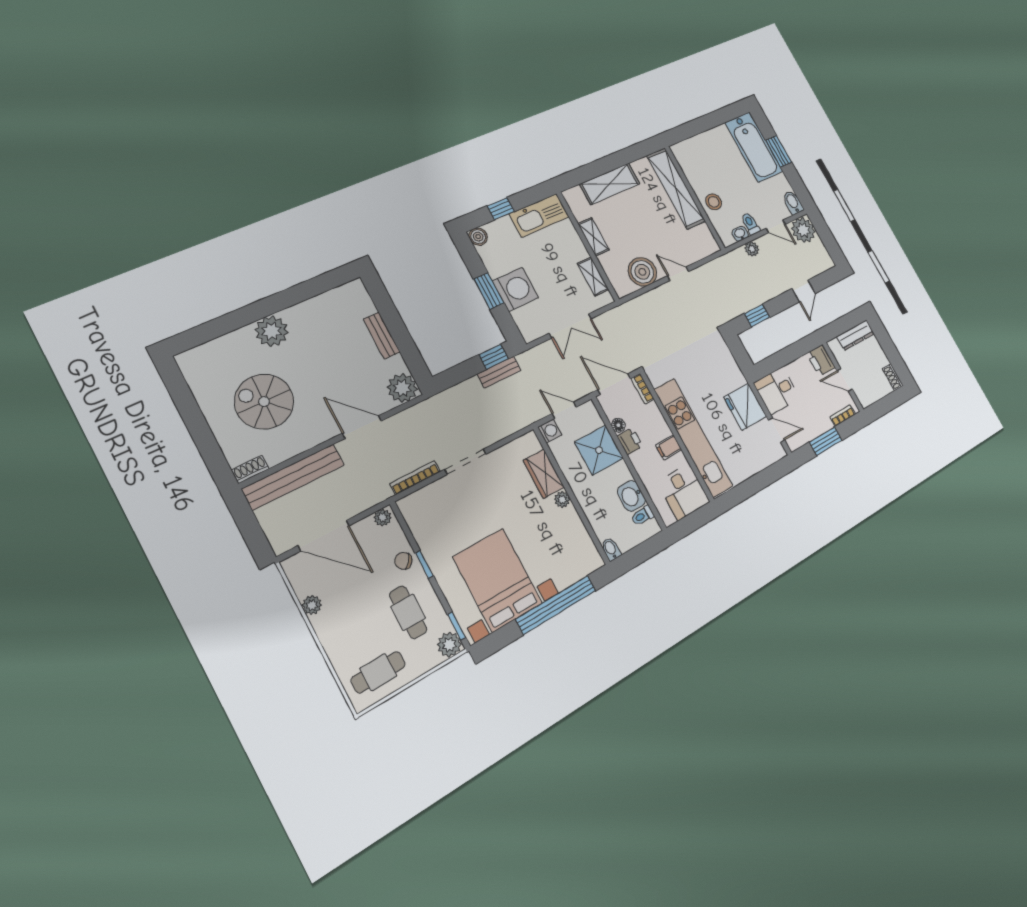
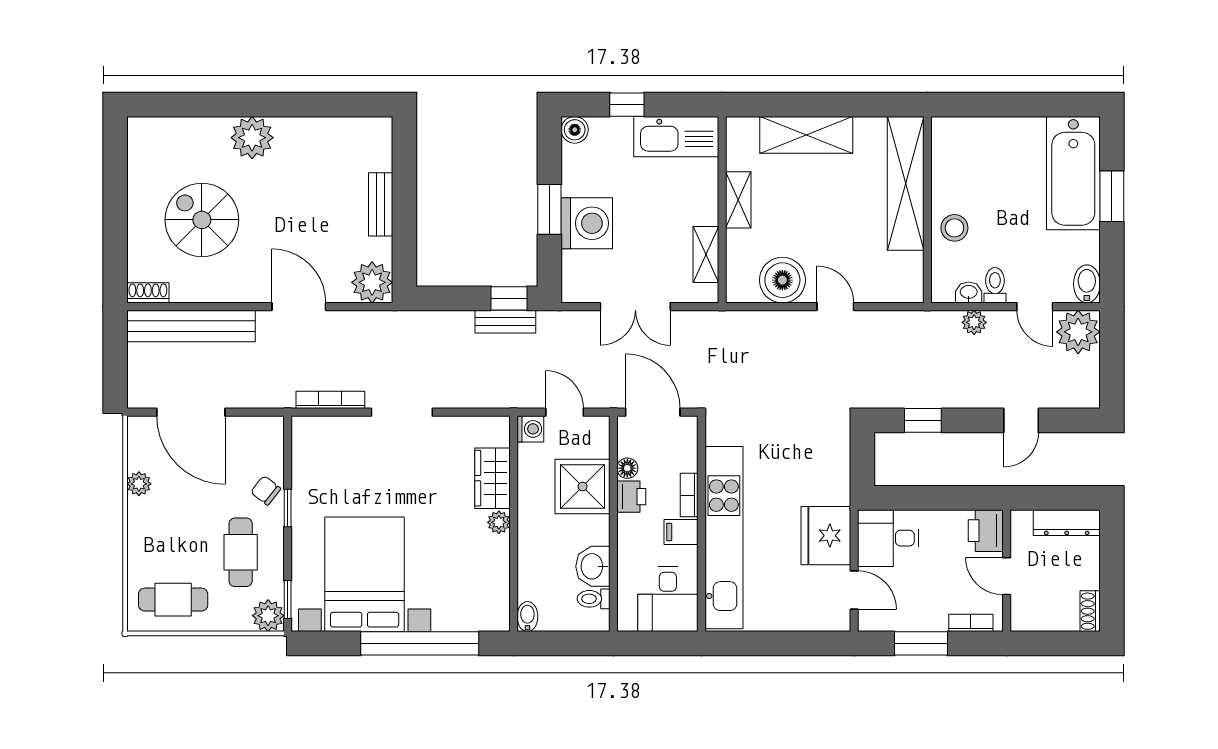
bookcase: (642, 389) -> (689, 495), moved
plant: (383, 518) -> (268, 427), removed

